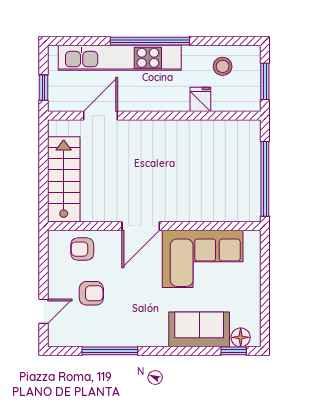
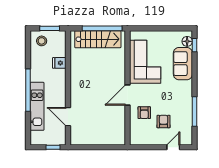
kitchen unit: (120, 58) -> (37, 106), width x0.73
stool: (223, 66) -> (42, 41), moved
stairs: (64, 179) -> (98, 39), moved, turned 180
door: (141, 226) -> (127, 95), swing flipped
armchair: (82, 249) -> (144, 113), moved
door: (44, 311) -> (173, 147), hinge flipped

